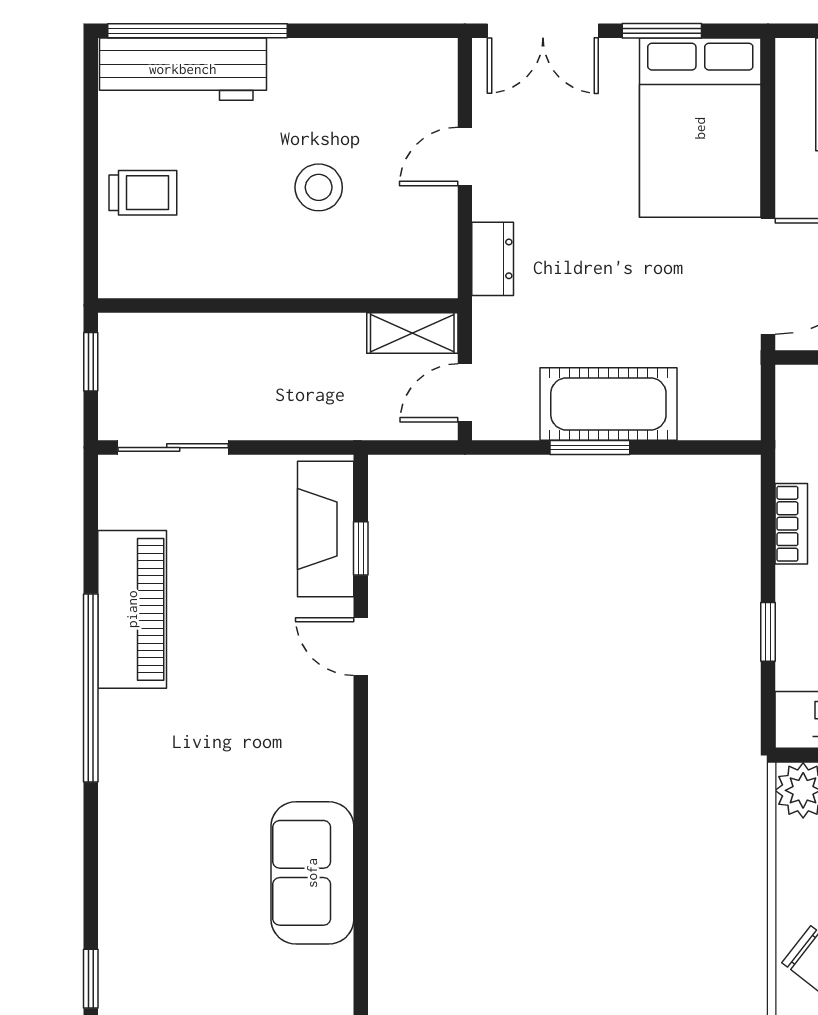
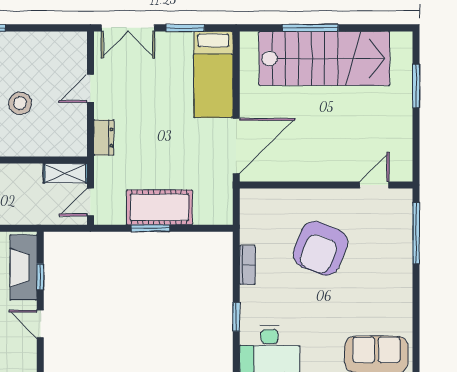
bed: (700, 128) -> (213, 74), width x0.67

